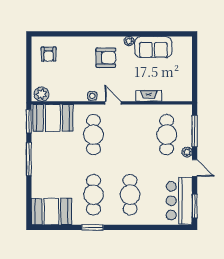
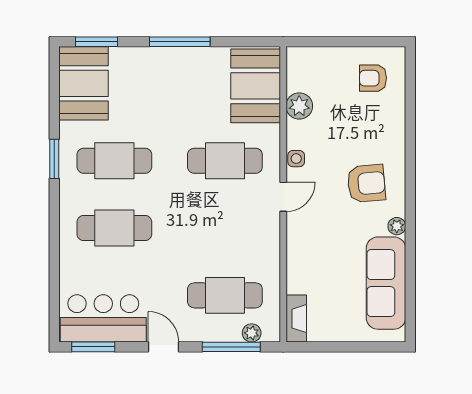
sofa: (153, 47) -> (386, 283), width x1.36
armchair: (106, 58) -> (366, 183), turned -95
plant: (41, 94) -> (299, 106), moved
fireplace: (149, 96) -> (296, 319), moved
window: (29, 121) -> (96, 42), moved
plant: (187, 152) -> (252, 333), moved
door: (195, 168) -> (164, 347), swing flipped

